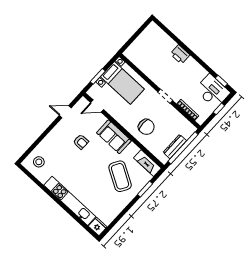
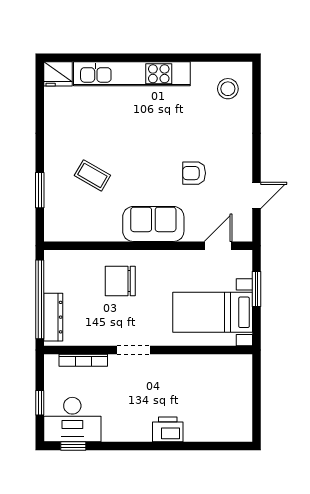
dresser: (175, 147) -> (53, 317), moved
fireplace: (147, 163) -> (71, 231), removed
coffee table: (120, 176) -> (92, 175), width x0.54, depth x0.58

